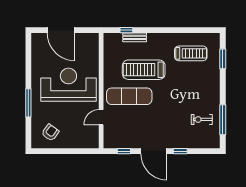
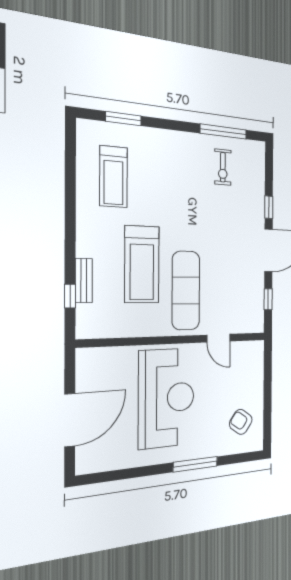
treadmill: (191, 53) -> (113, 177), turned 180
reception desk: (68, 85) -> (166, 398), turned 180

